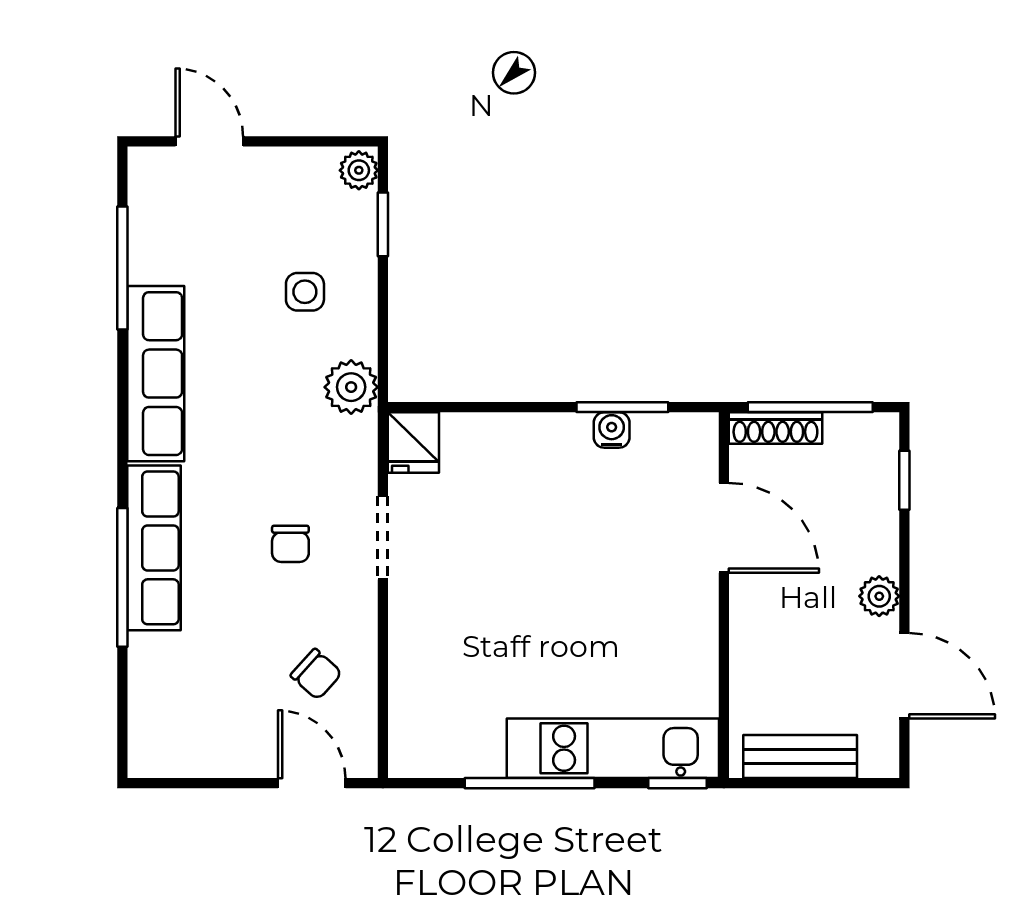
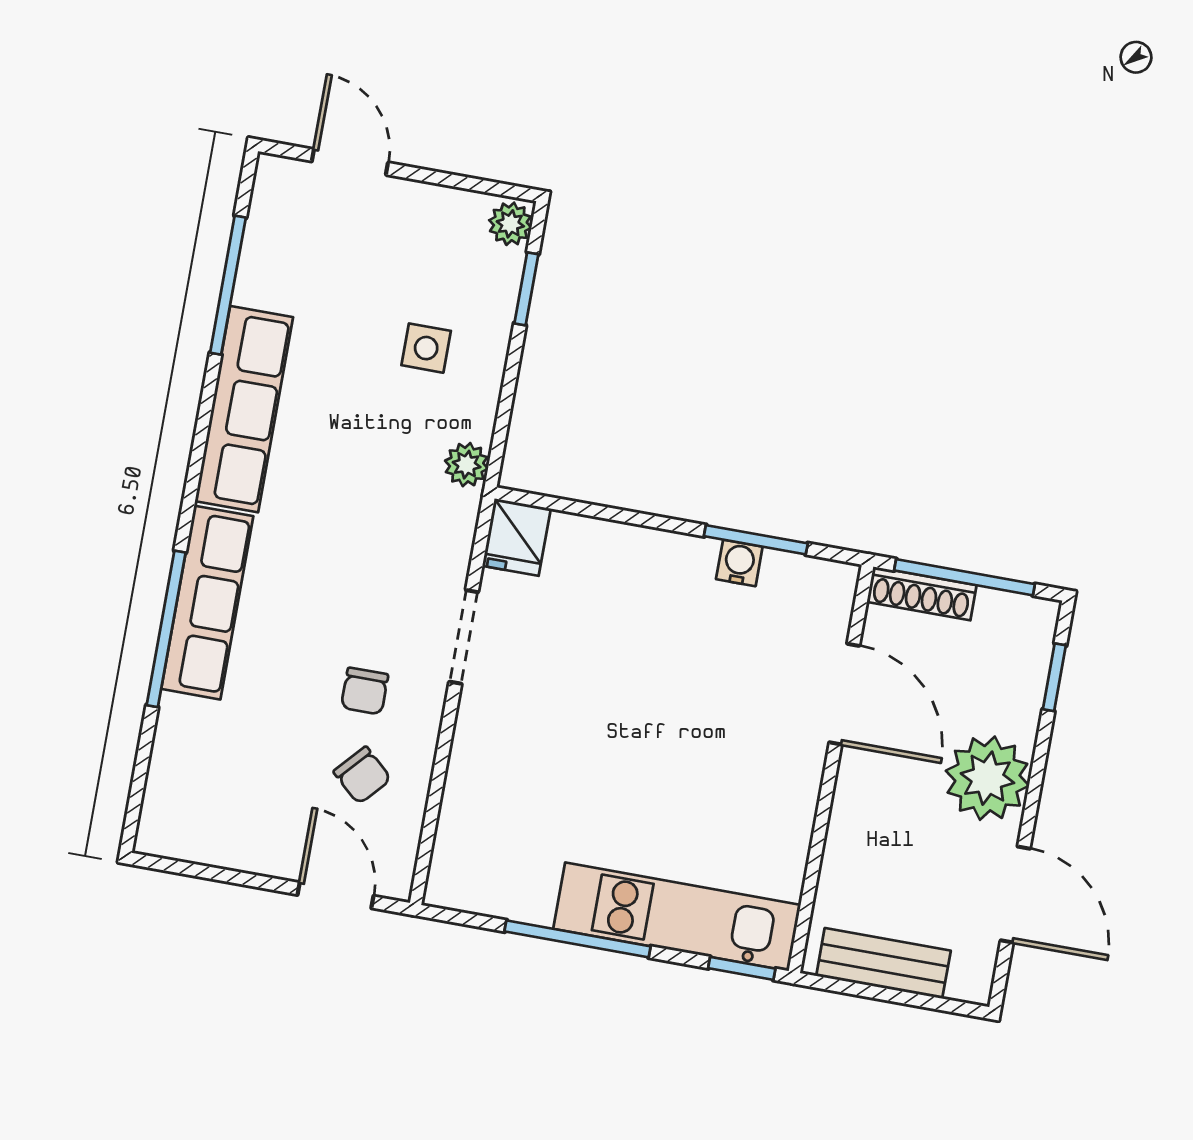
plant: (351, 387) -> (467, 465), width x0.73, depth x0.73
chair: (290, 544) -> (365, 691), moved
plant: (879, 596) -> (987, 778), width x1.88, depth x1.88

